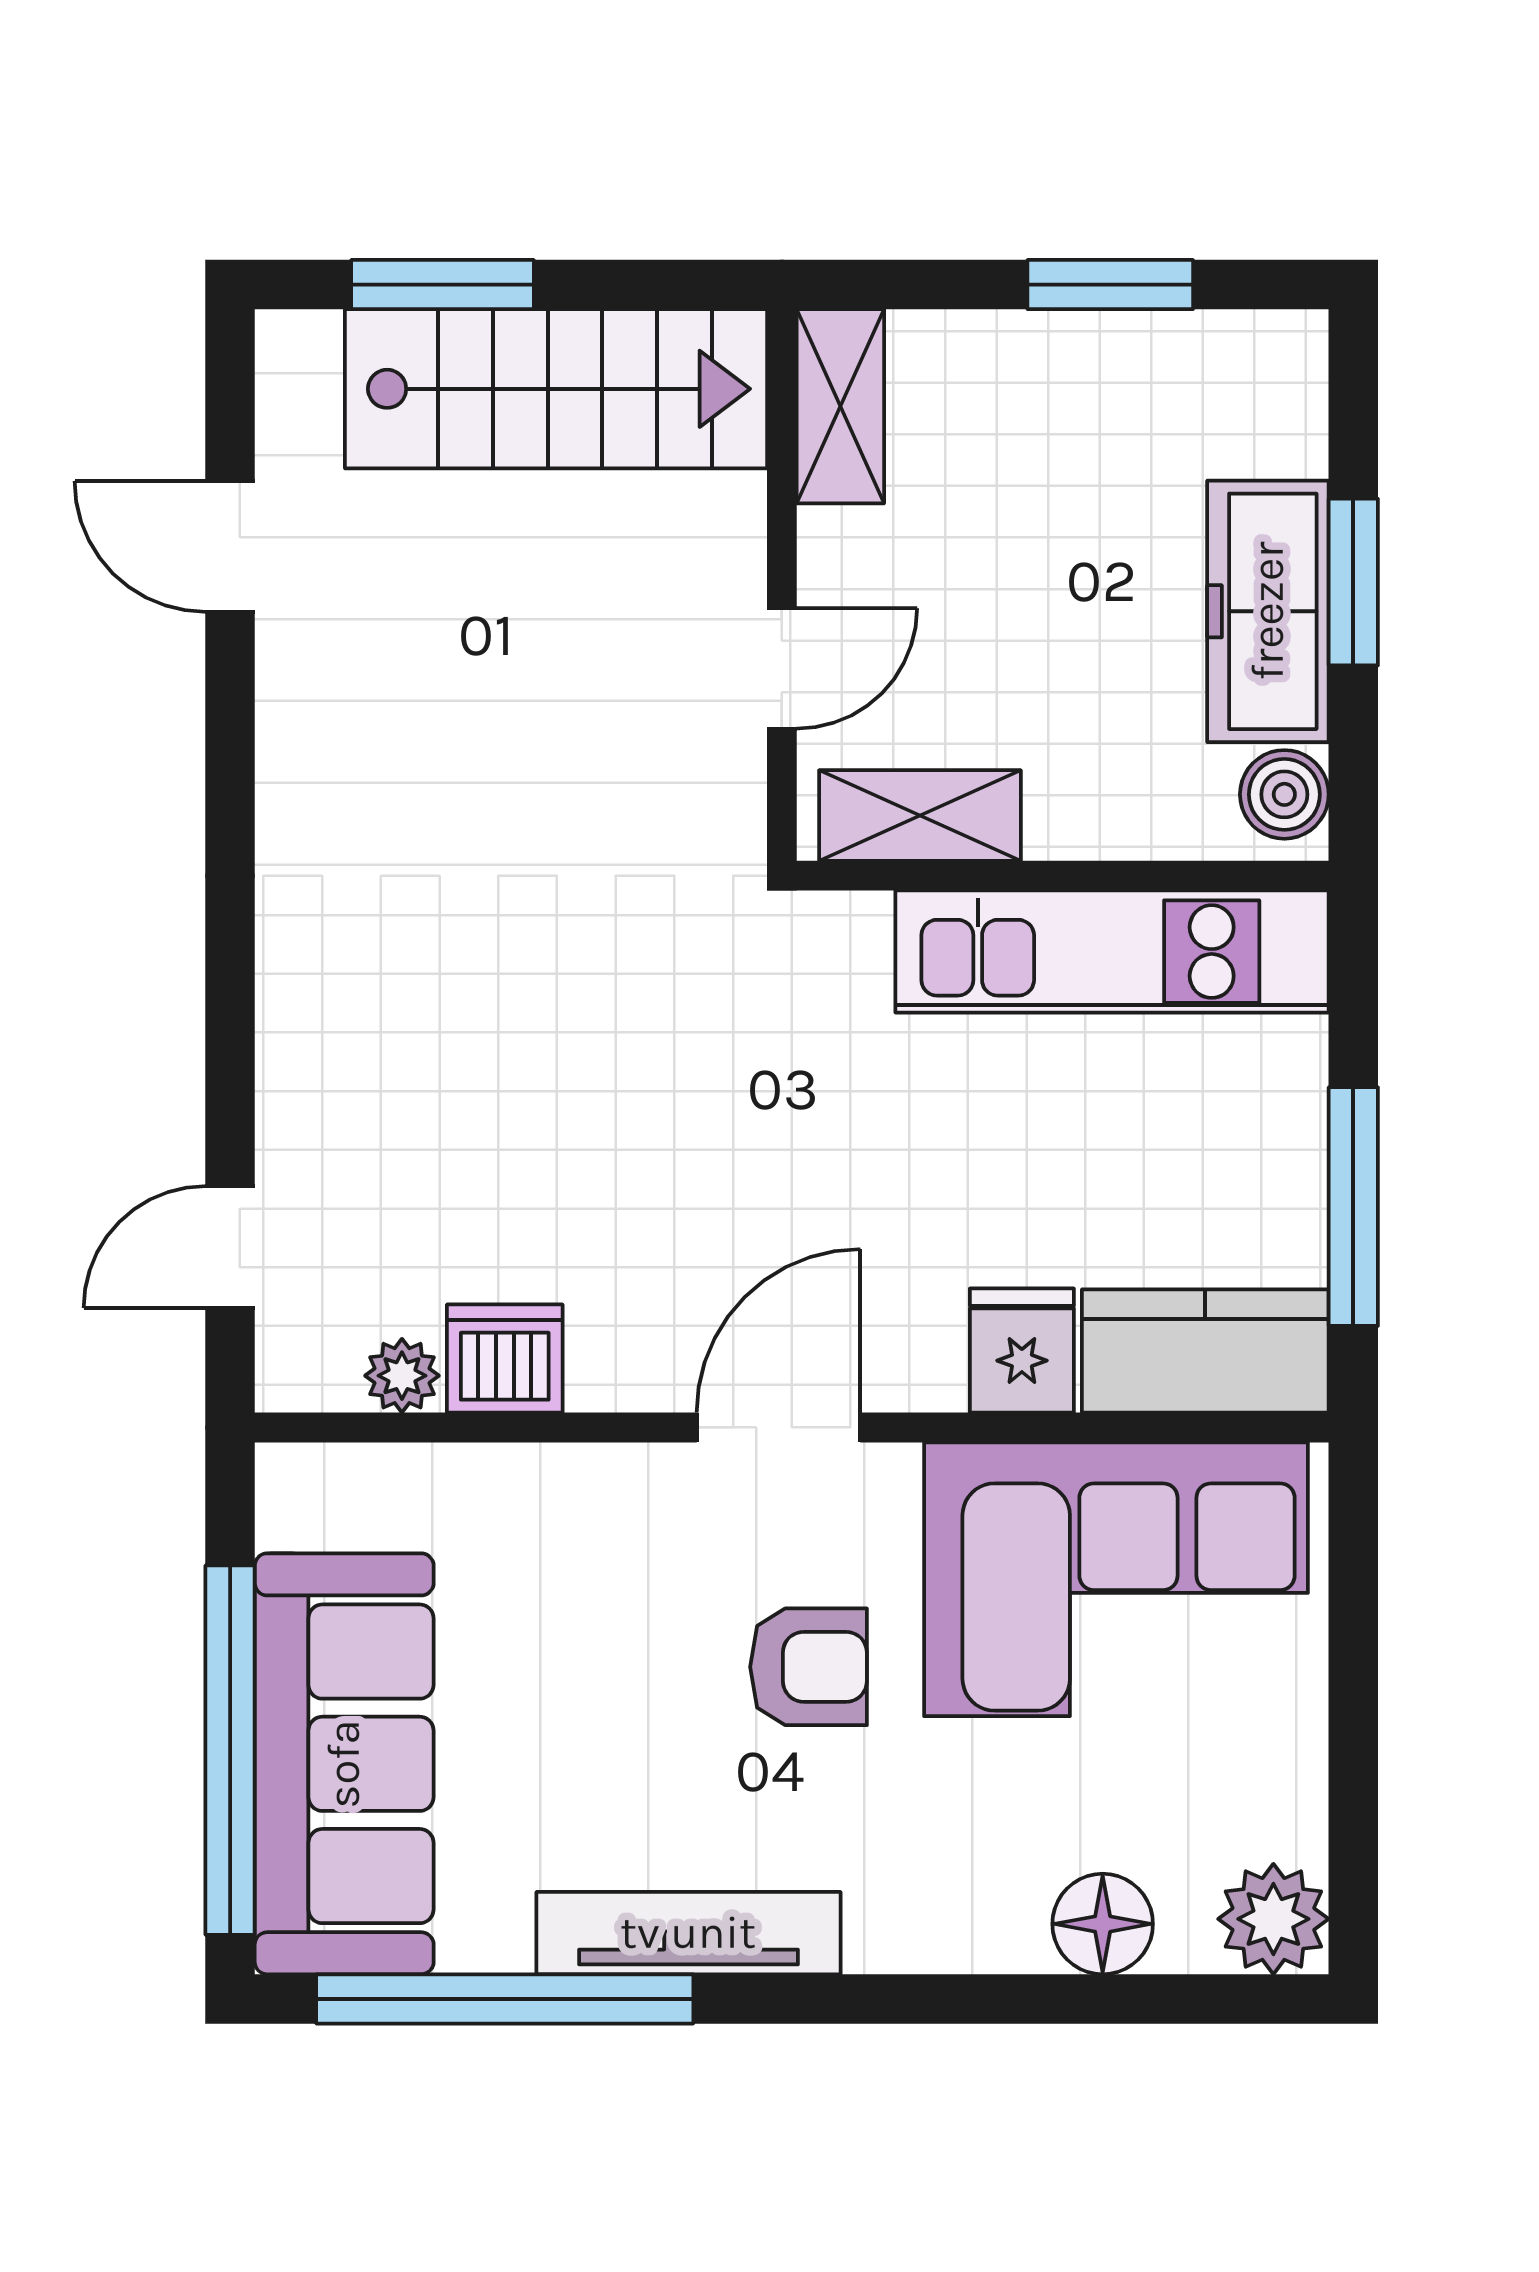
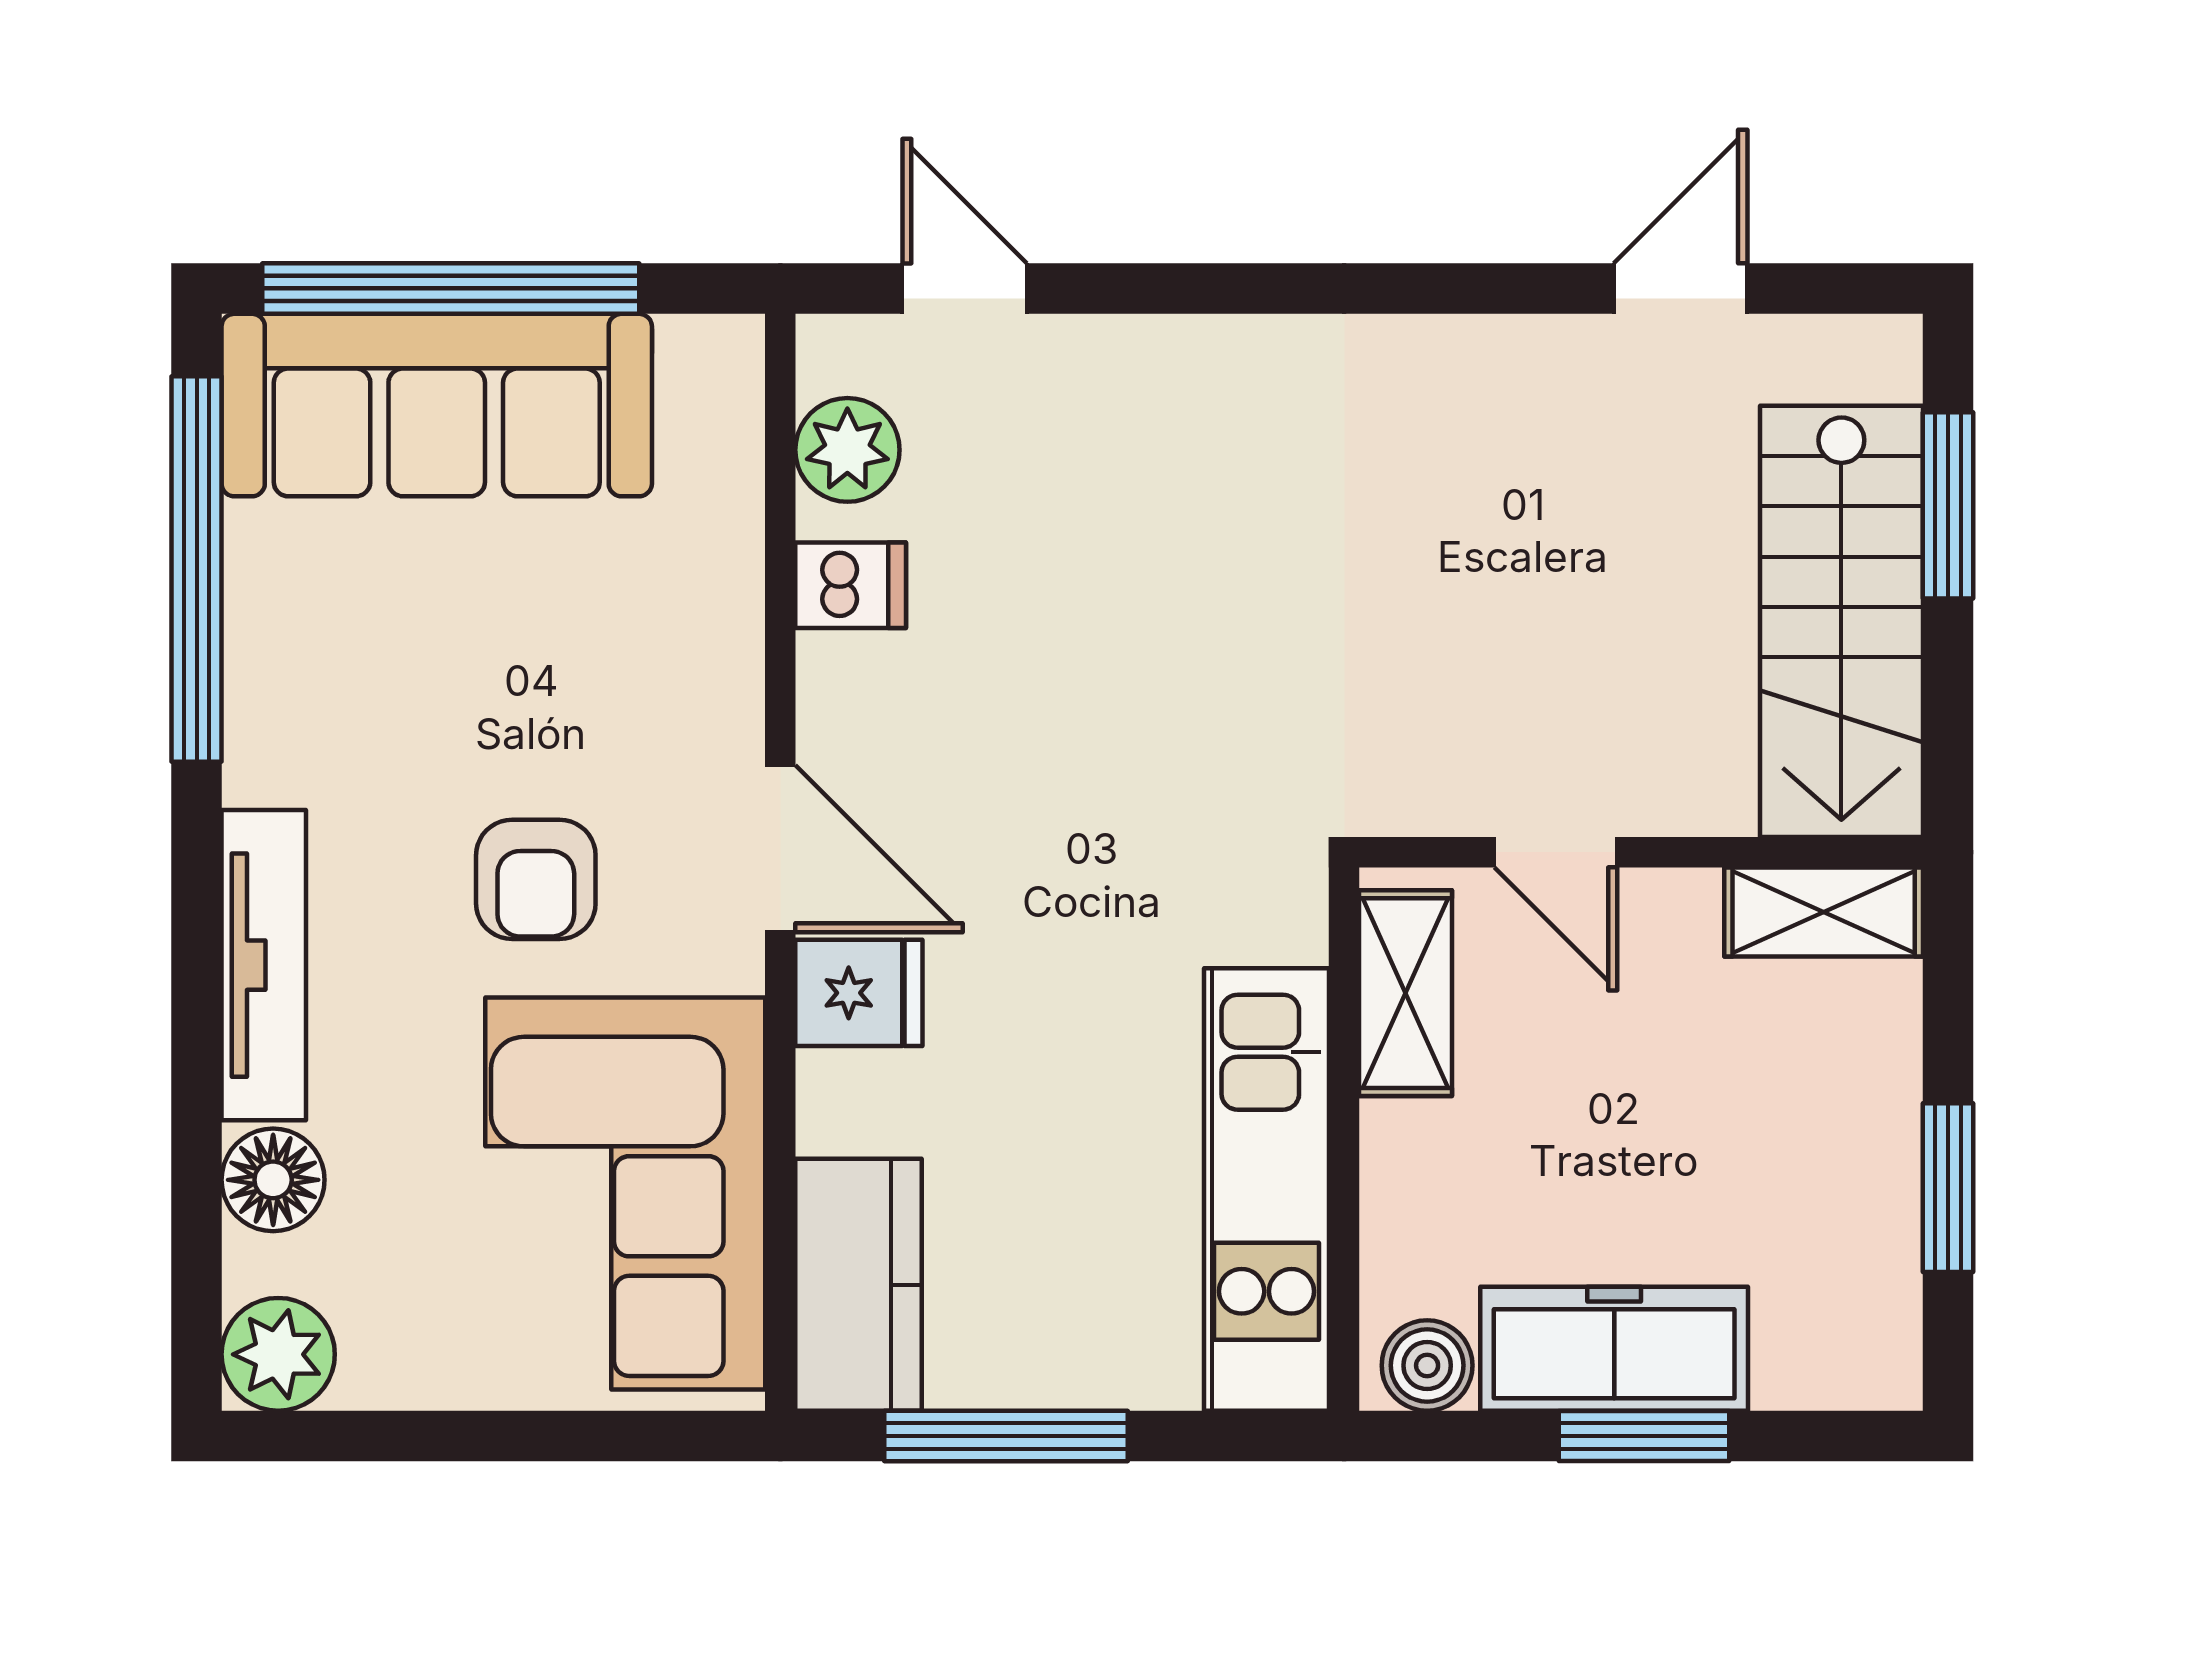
fridge: (1022, 1351) -> (859, 993), moved
dishwasher: (505, 1359) -> (851, 585), width x0.73
plant: (402, 1376) -> (847, 450), width x1.38, depth x1.38
tv unit: (688, 1933) -> (264, 965), moved

